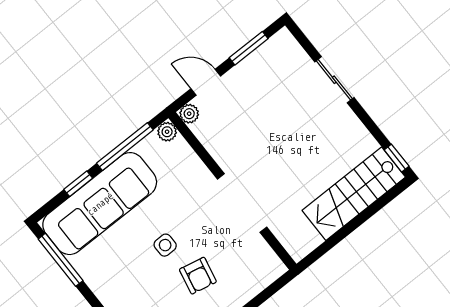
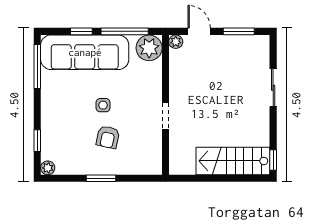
plant: (167, 132) -> (149, 48), width x1.87, depth x1.87
doorway: (242, 203) -> (165, 116), width x0.53

